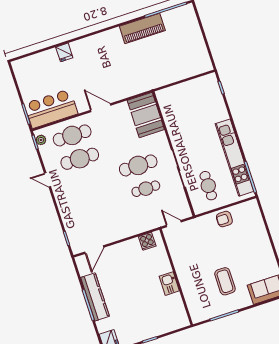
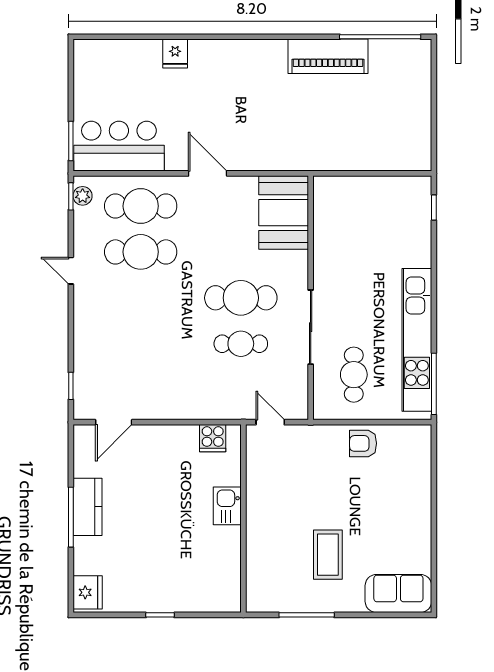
kitchen sink: (169, 284) -> (227, 506), moved
kitchen counter: (95, 297) -> (87, 507), width x0.67

